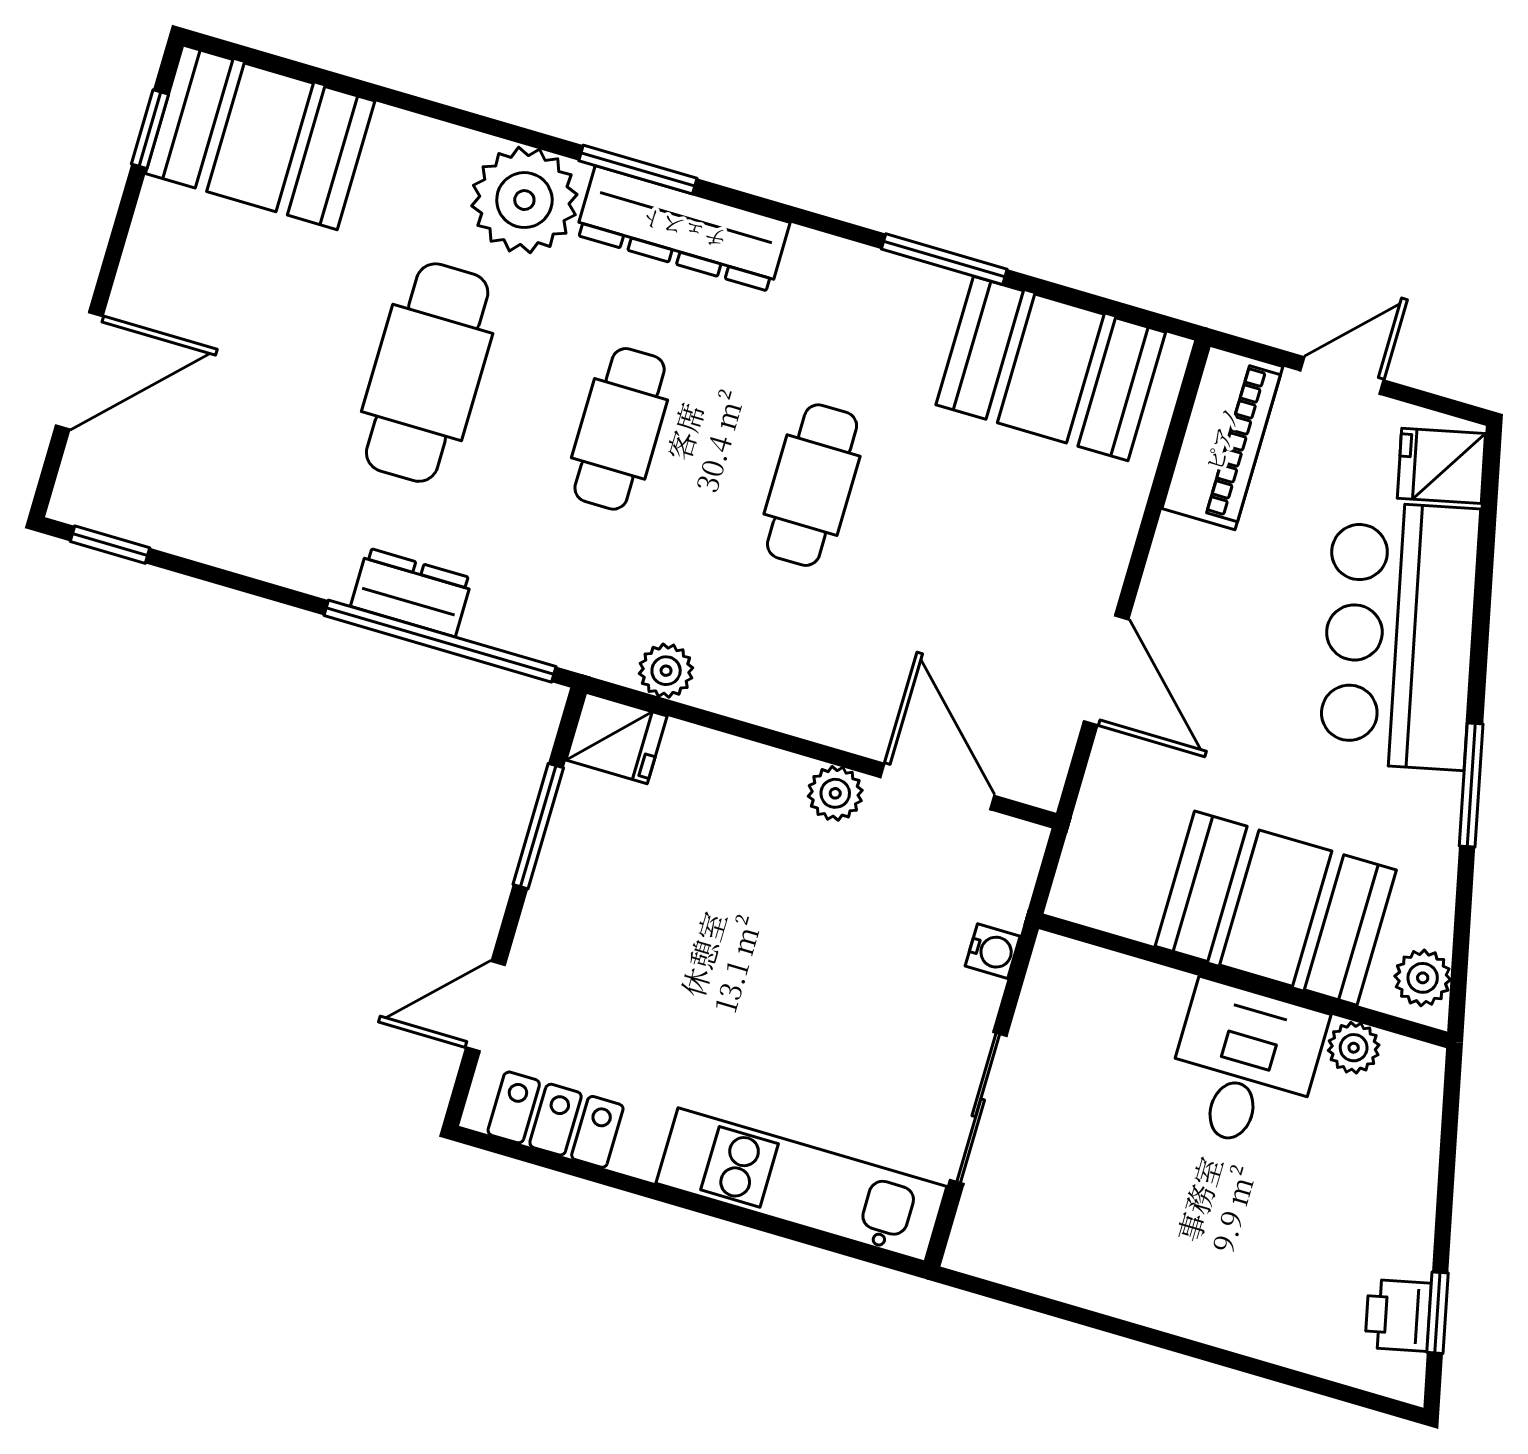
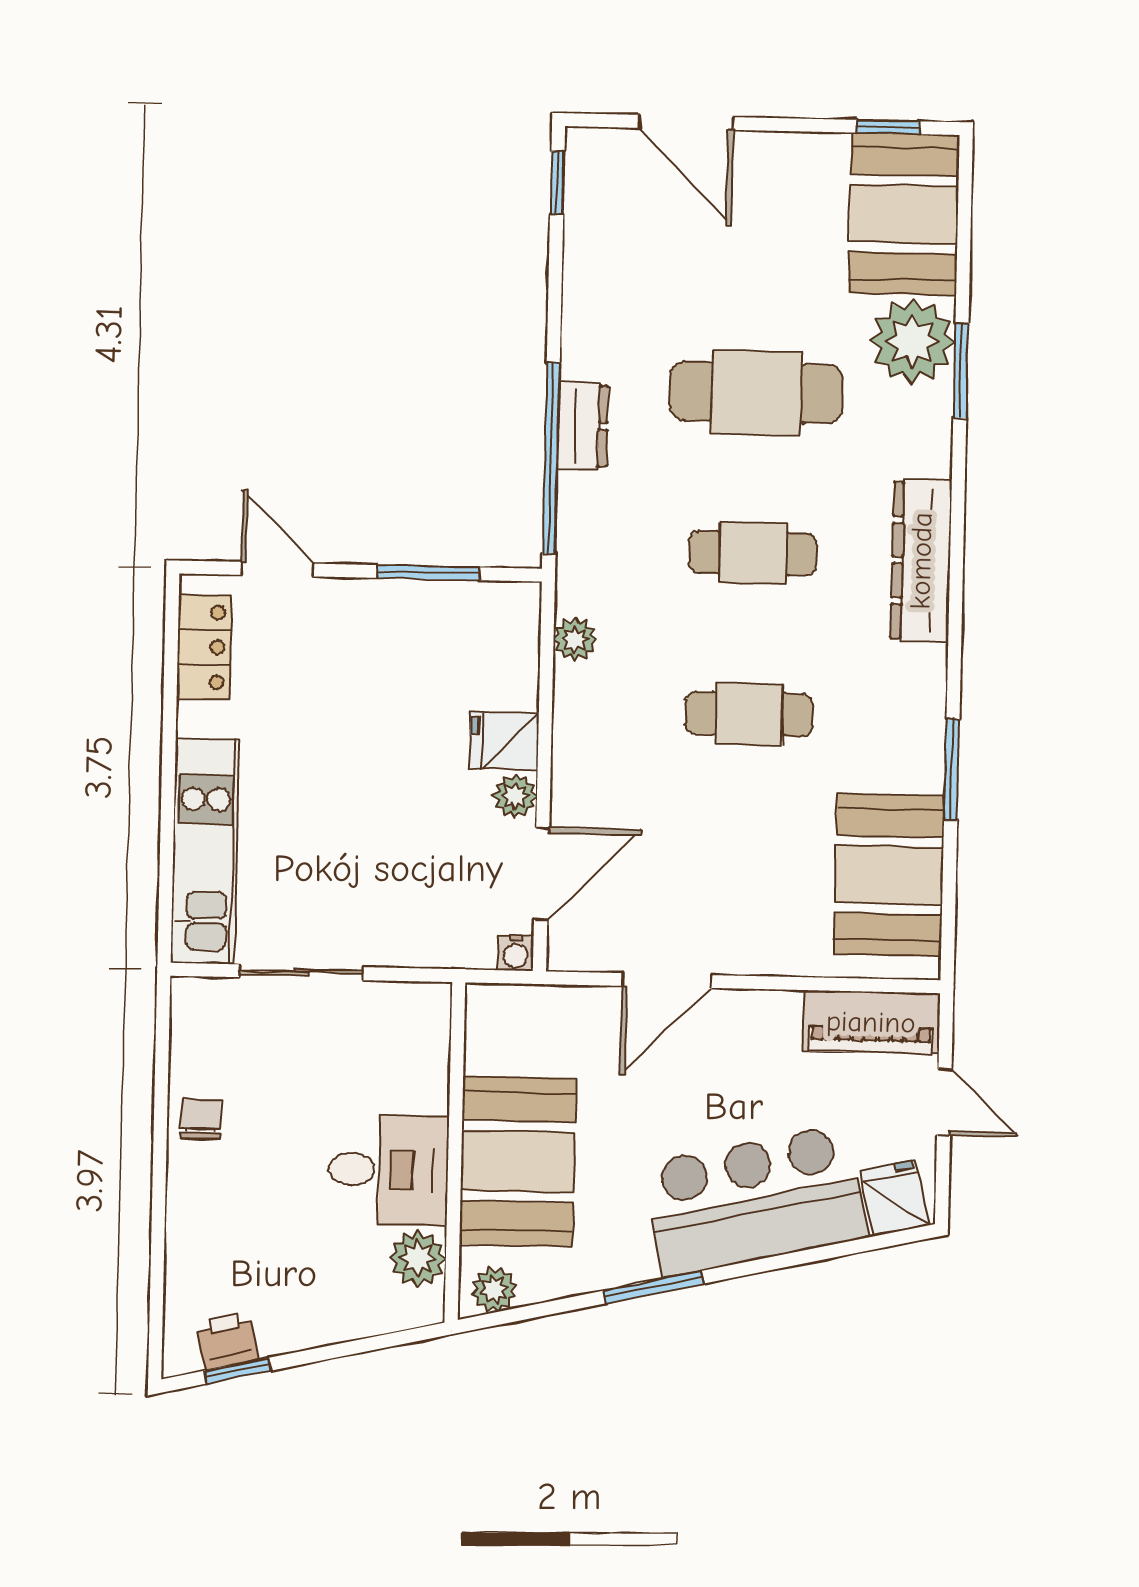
window: (638, 170) -> (961, 370), moved
plant: (524, 200) -> (912, 341), moved
fridge: (616, 738) -> (504, 741), moved, turned 90
water cooler: (993, 951) -> (516, 953), moved
plant: (1354, 1048) -> (418, 1258), width x1.38, depth x1.38
chair: (1122, 1276) -> (201, 1119), added

